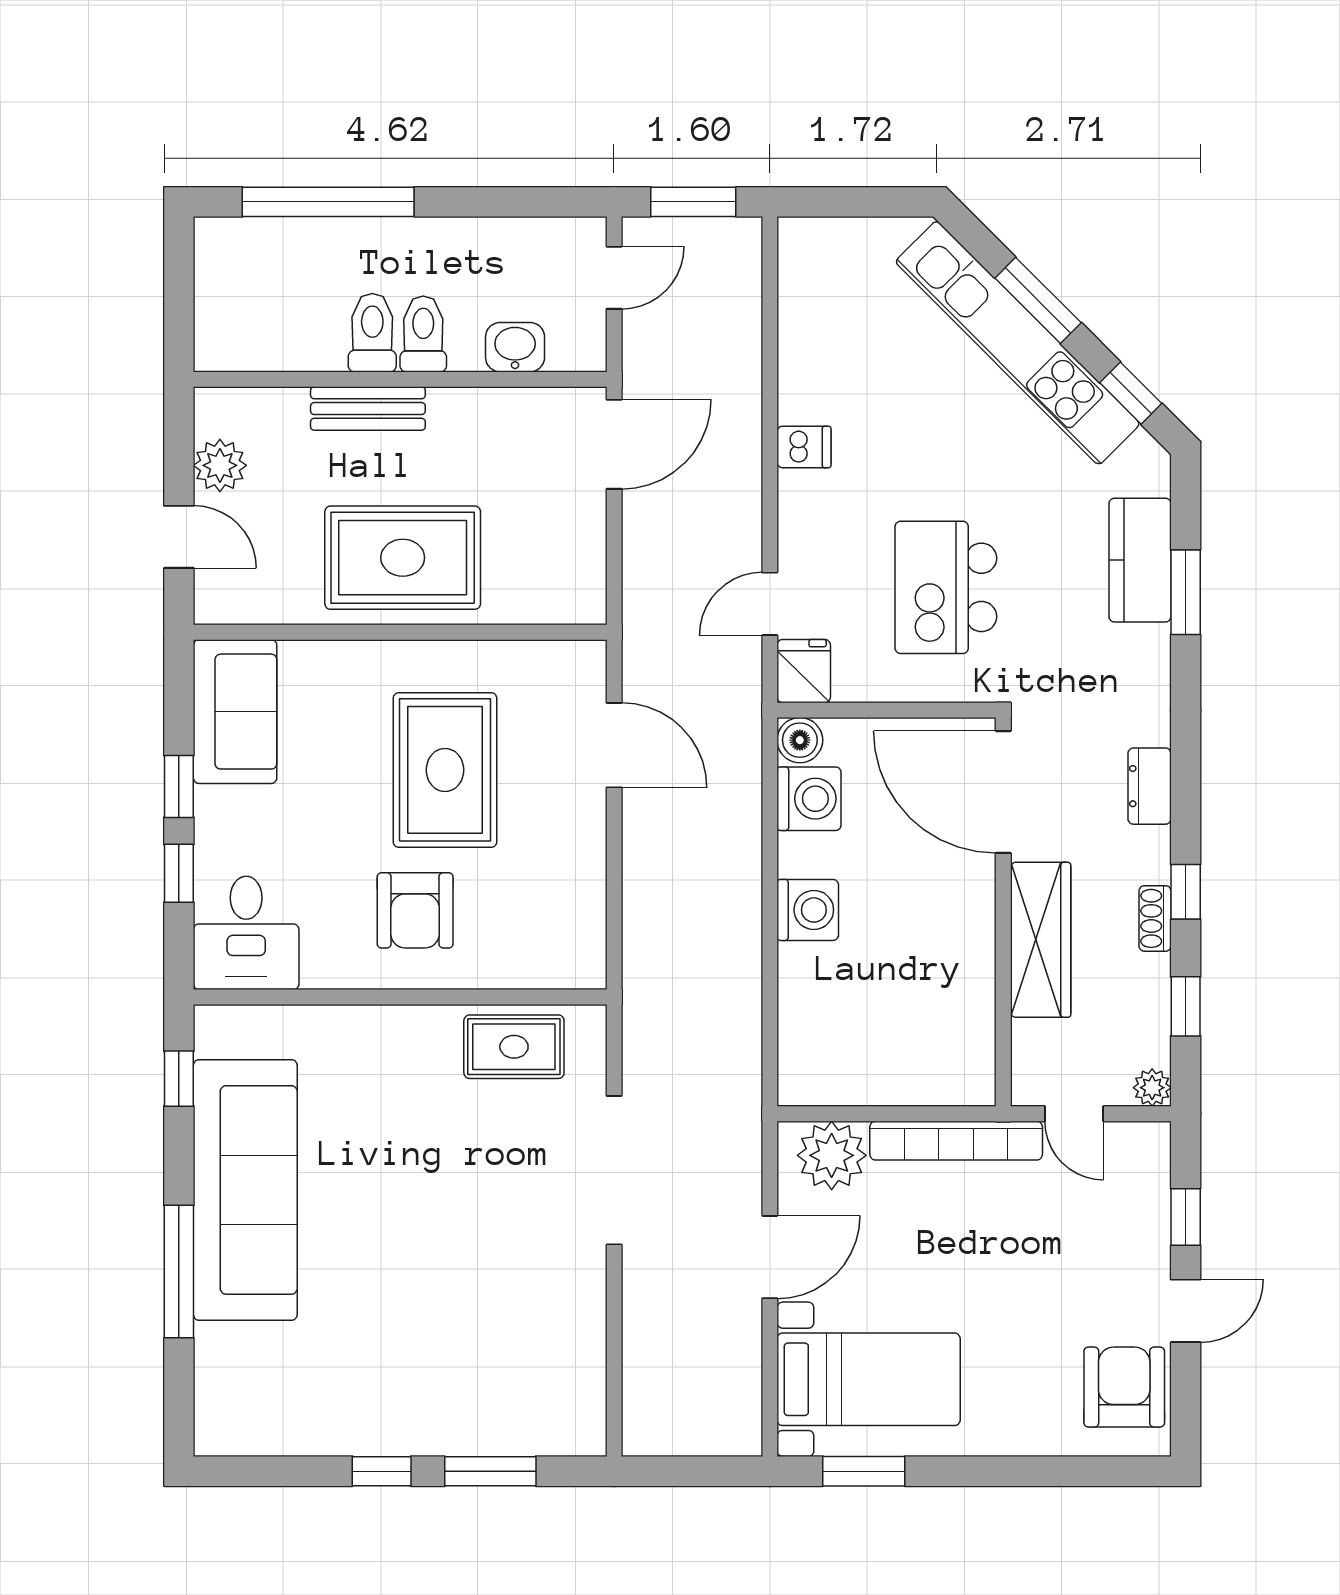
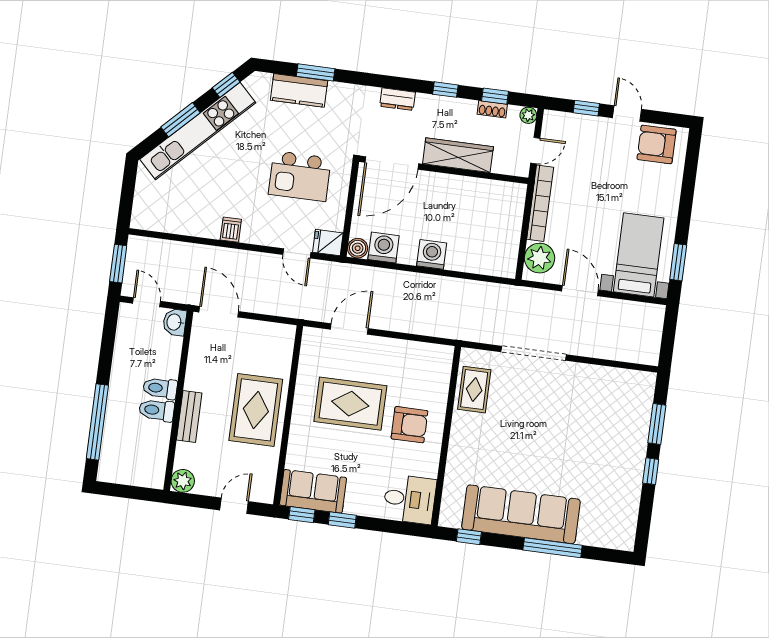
washbasin: (515, 347) -> (175, 322), moved
plant: (220, 465) -> (183, 481), moved
window: (179, 873) -> (302, 515), moved
shoe rack: (1155, 918) -> (492, 109), moved

